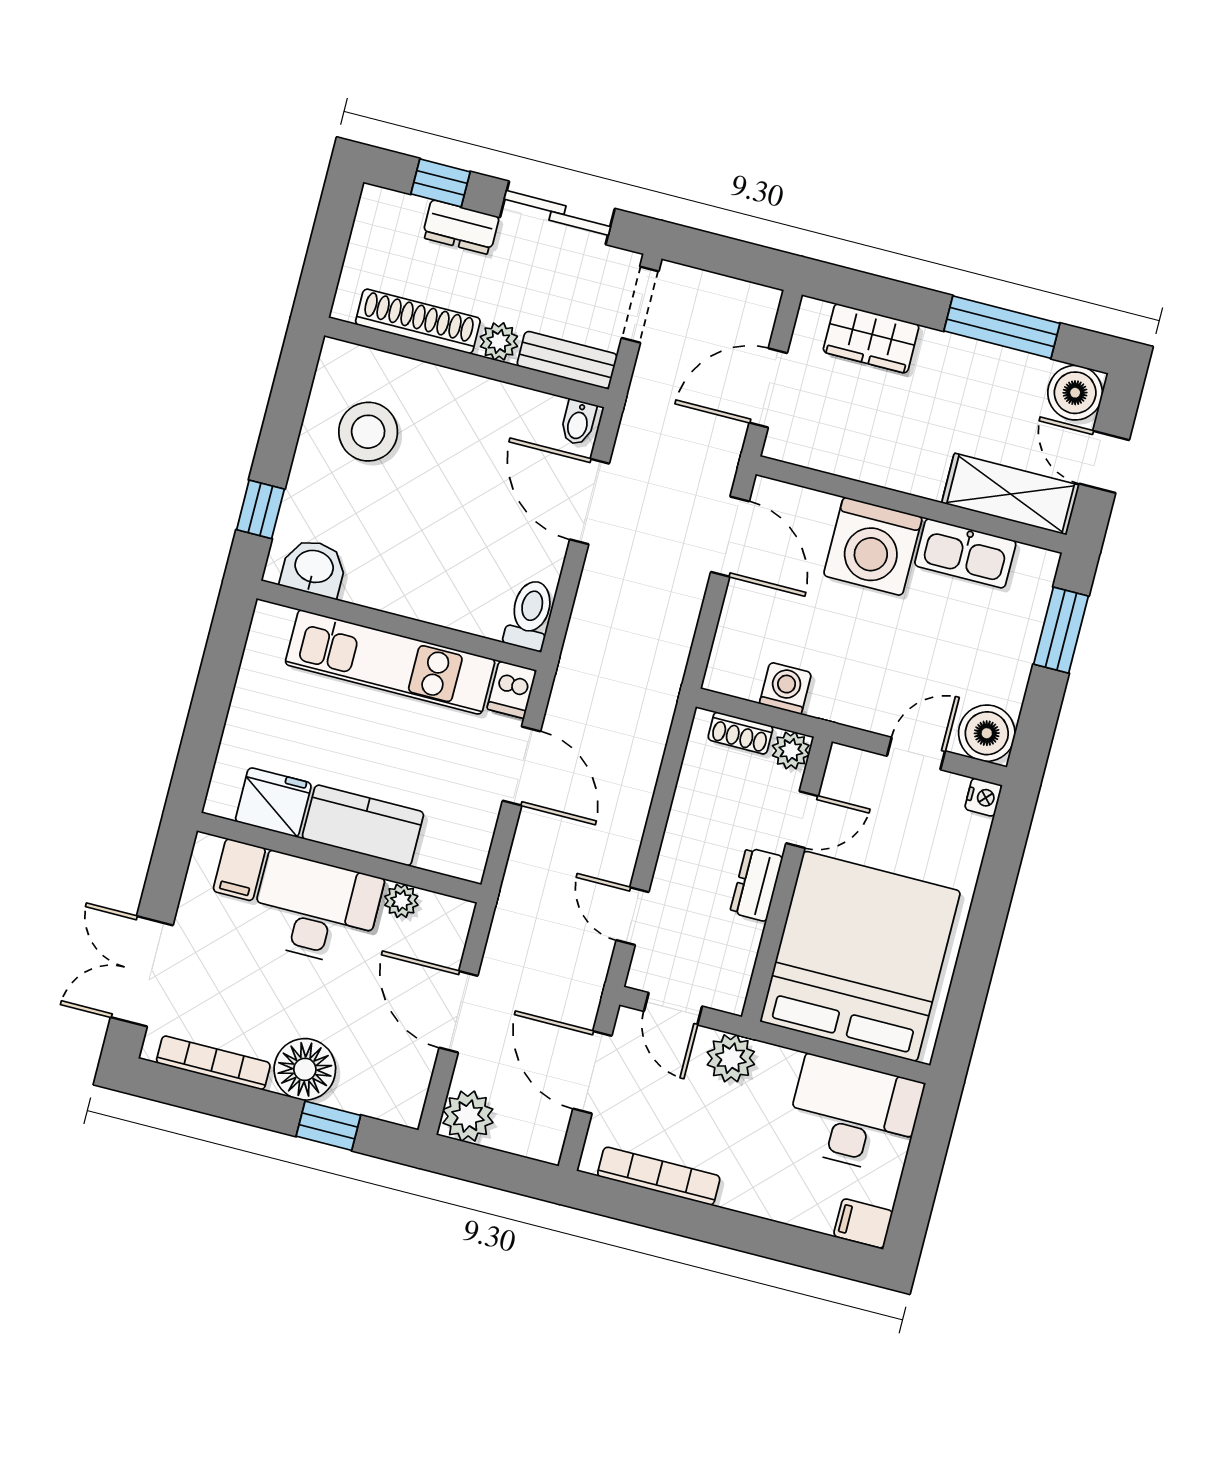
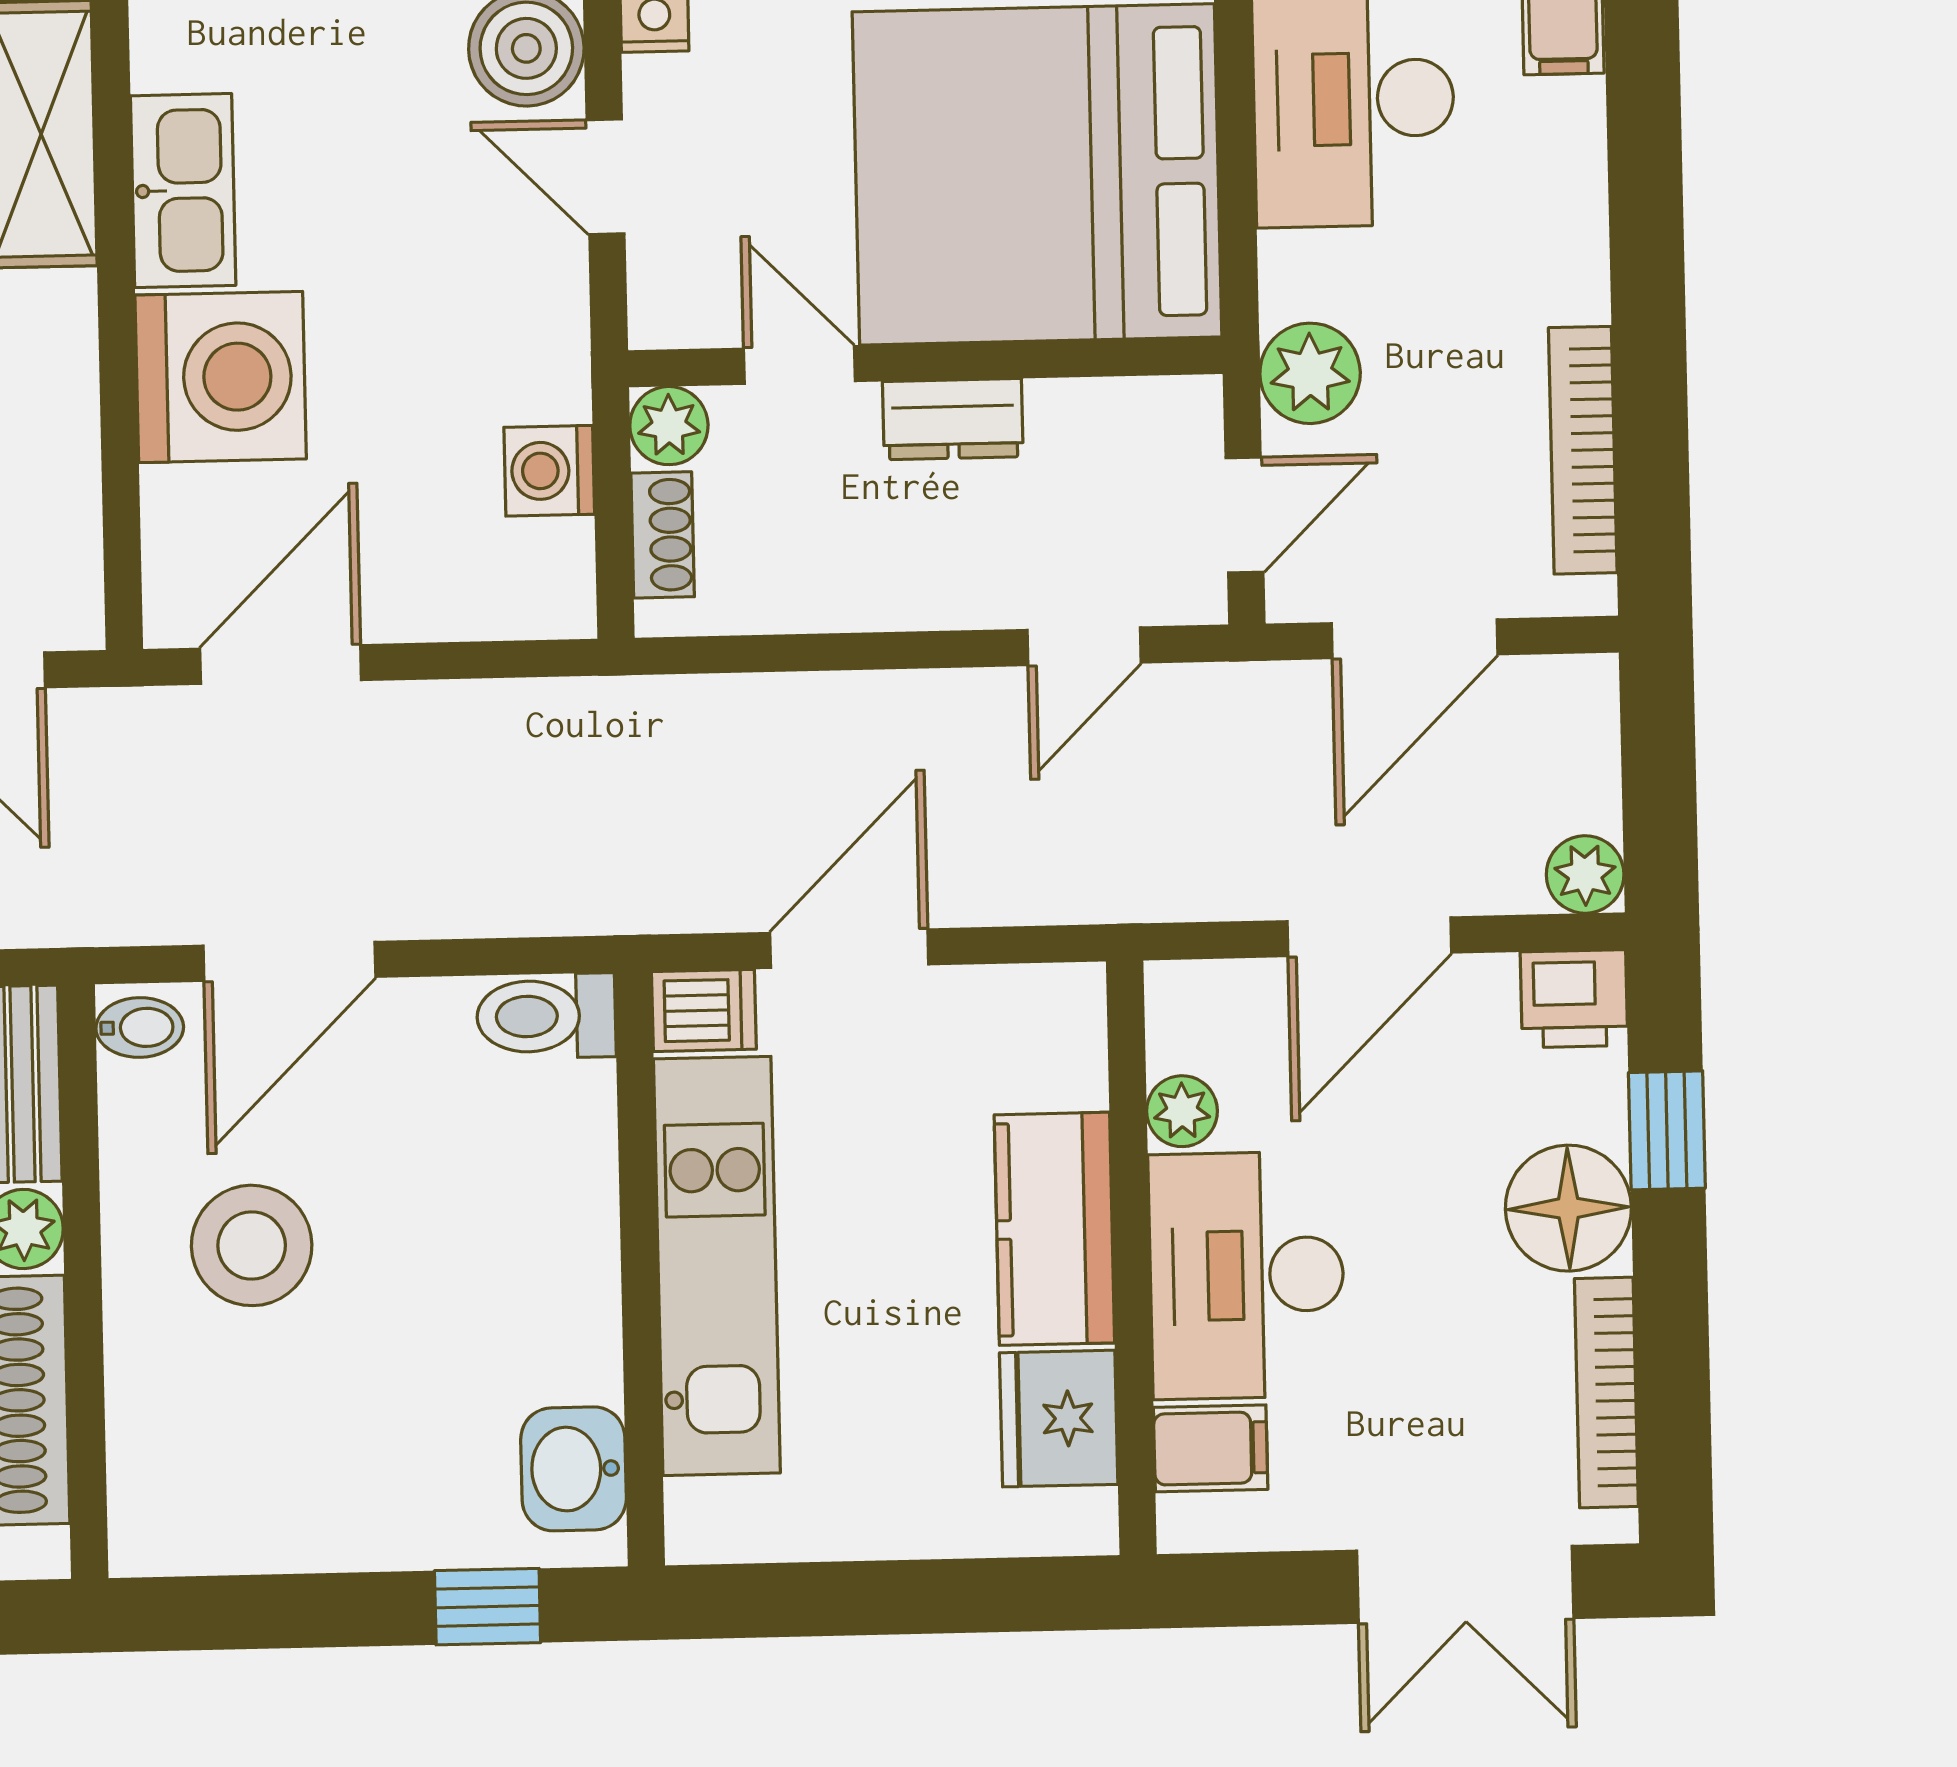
stool: (368, 432) -> (252, 1245), moved
printer: (402, 1100) -> (1574, 999), added
plant: (468, 1116) -> (1585, 875), width x0.73, depth x0.73

